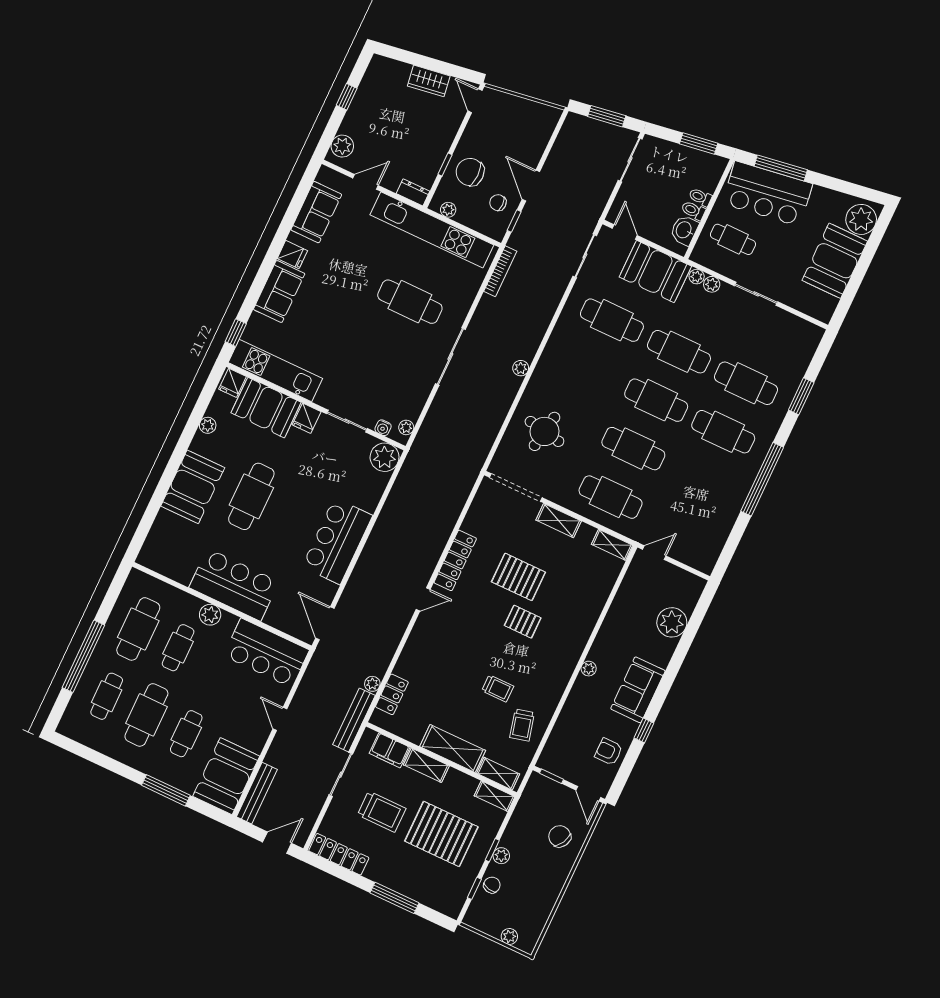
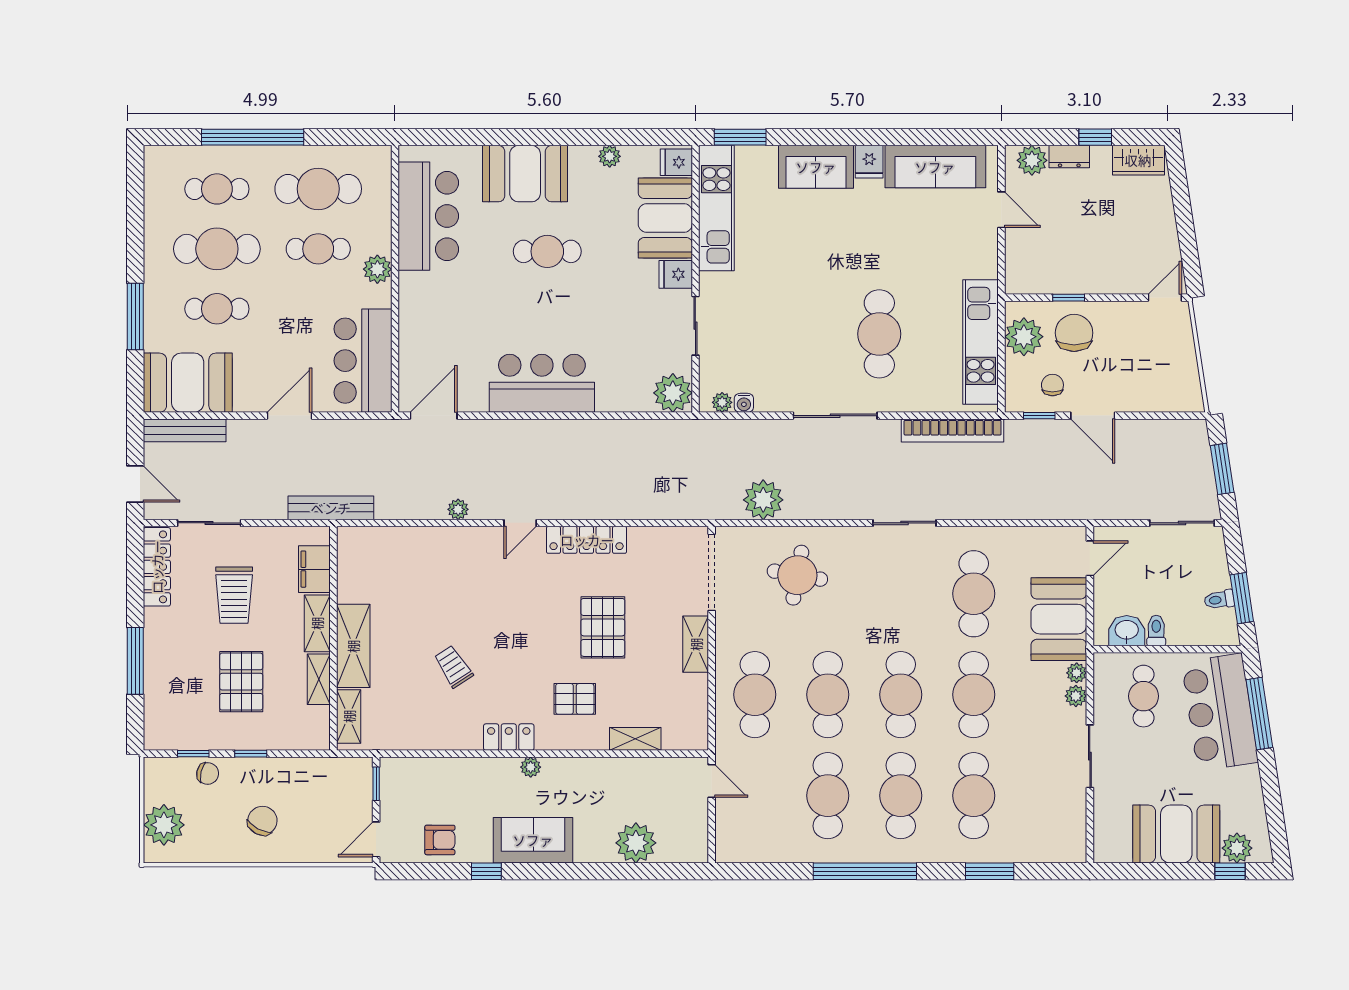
wardrobe: (429, 81) -> (1138, 160), moved, turned -81
door: (531, 186) -> (1093, 416), swing flipped
dresser: (413, 192) -> (1069, 157), moved, turned 90
toilet: (700, 197) -> (1219, 600), moved, turned -99
plant: (448, 210) -> (1024, 337), width x1.88, depth x1.88
sofa: (316, 212) -> (935, 167), width x1.36
plant: (861, 219) -> (1237, 848), width x0.73, depth x0.73
kitchen unit: (432, 230) -> (981, 342), width x0.73
window: (876, 237) -> (1230, 871), added
sliding door: (585, 256) -> (905, 523), moved
bookcase: (500, 271) -> (953, 430), width x1.48, depth x1.31
window: (236, 333) -> (740, 137), width x1.50
plant: (521, 368) -> (763, 500), moved, width x1.88, depth x1.88
water cooler: (383, 428) -> (744, 403), moved, turned -90
cafe table: (700, 480) -> (828, 796), added
cafe table: (251, 496) -> (547, 251), width x0.73, depth x0.74
shelving: (612, 545) -> (635, 739), moved, turned 90
bar counter: (234, 585) -> (428, 216), moved
door: (423, 599) -> (520, 523), hinge flipped
pallet: (523, 622) -> (575, 699), moved, turned 90
plant: (372, 684) -> (458, 509), moved
trolley: (498, 688) -> (453, 667), turned 147
locker: (392, 694) -> (509, 737), moved, turned 180
door: (280, 719) -> (290, 416), width x1.37
trolley: (522, 725) -> (422, 718), removed
armchair: (609, 752) -> (440, 840), turned 90
sliding door: (341, 775) -> (209, 523), moved
shelving: (495, 796) -> (319, 679), moved
pallet: (441, 834) -> (241, 682), width x0.73, depth x0.71
chair: (560, 836) -> (262, 821), moved
plant: (501, 856) -> (249, 768), removed
plant: (509, 936) -> (164, 825), width x1.87, depth x1.87

